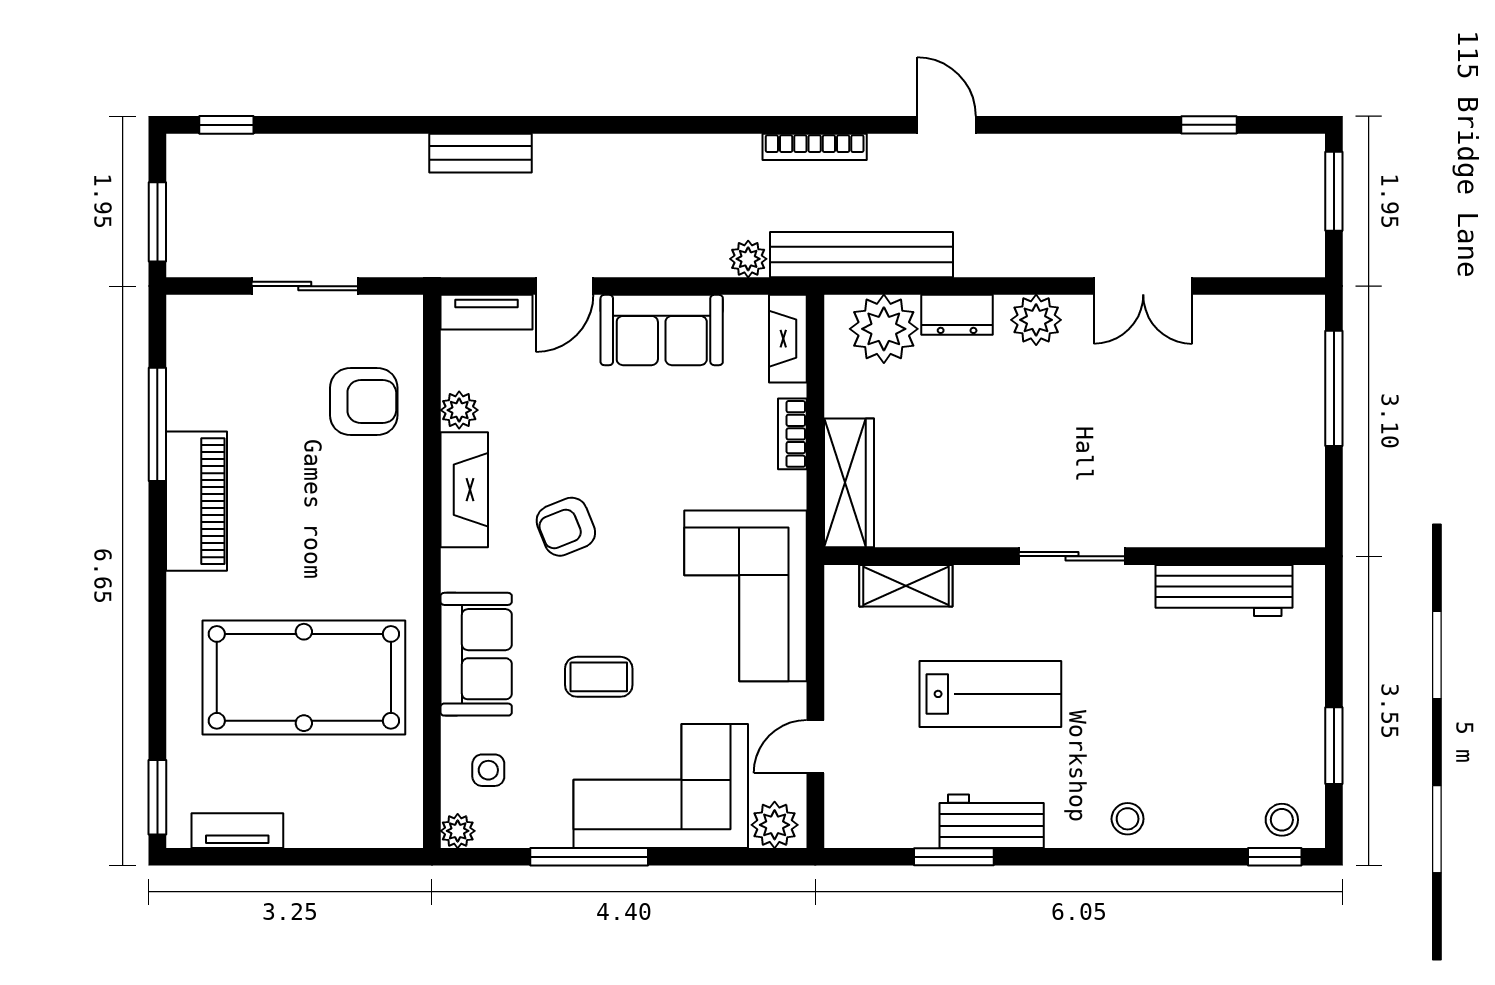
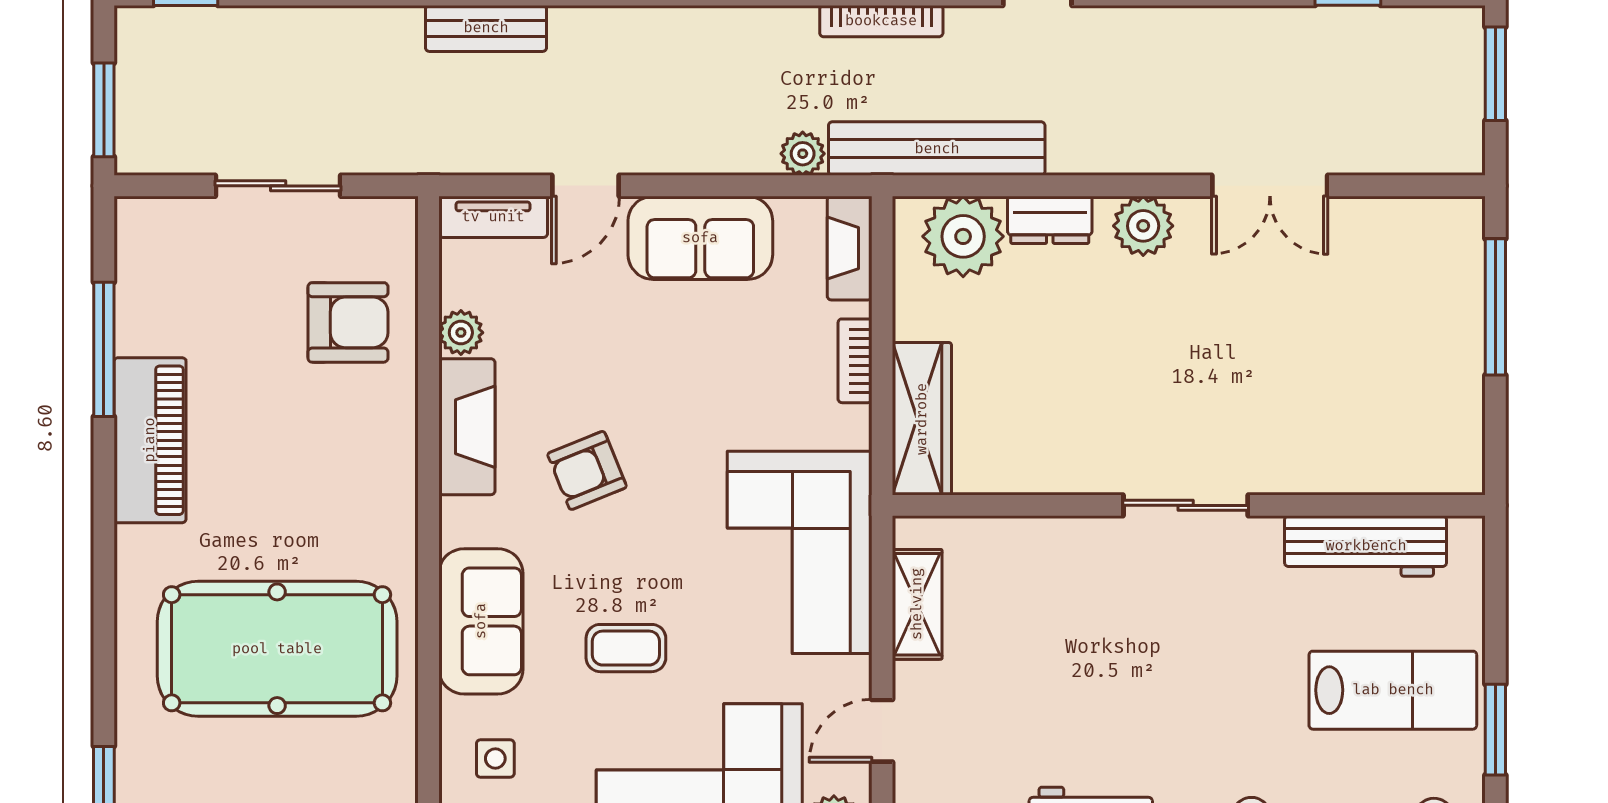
shelving: (906, 586) -> (917, 604), moved, turned 90
lab bench: (990, 694) -> (1393, 690), moved

